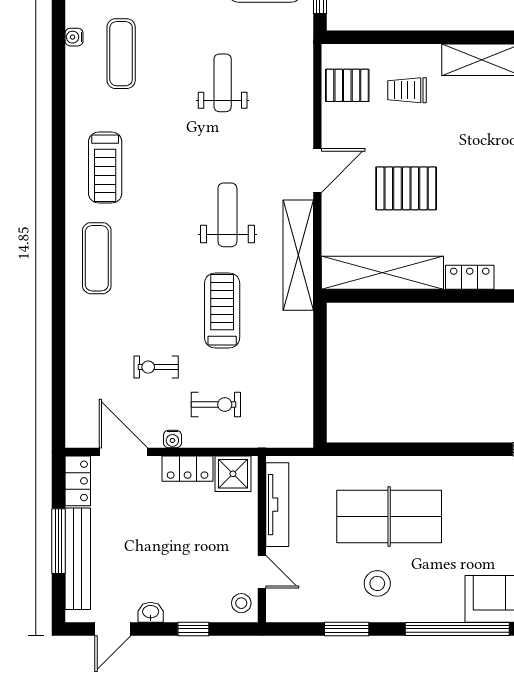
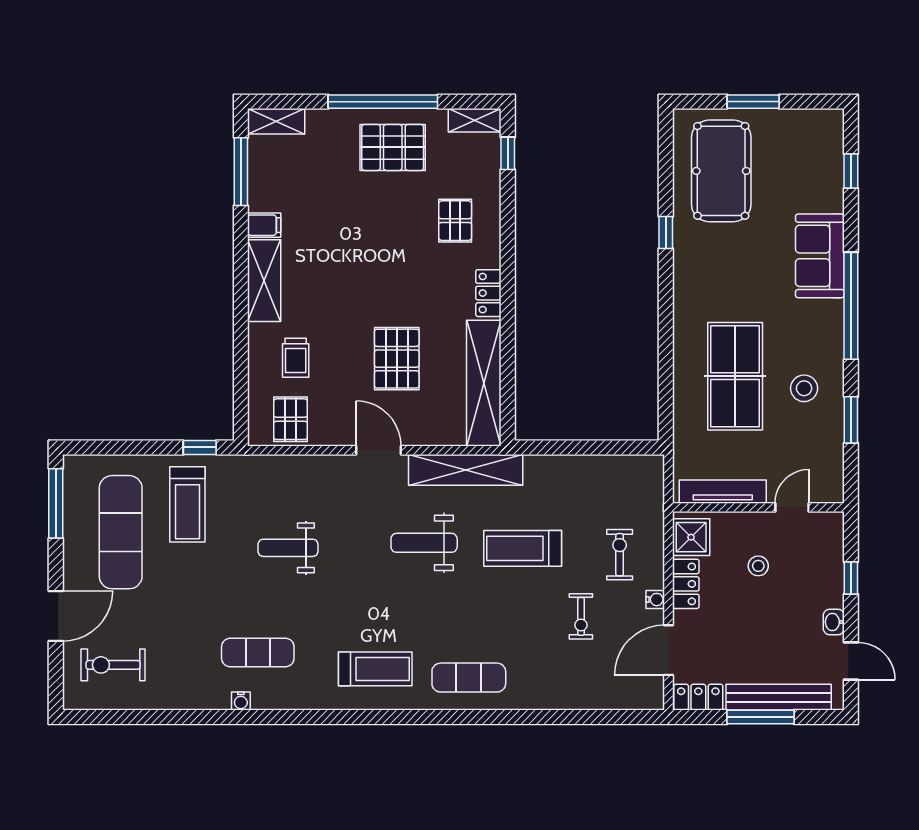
stool: (241, 603) -> (758, 566), moved

